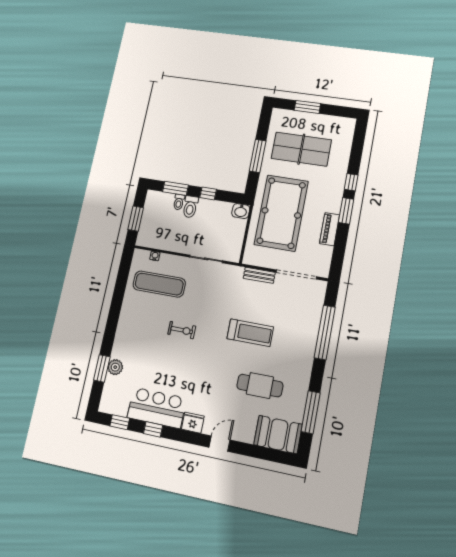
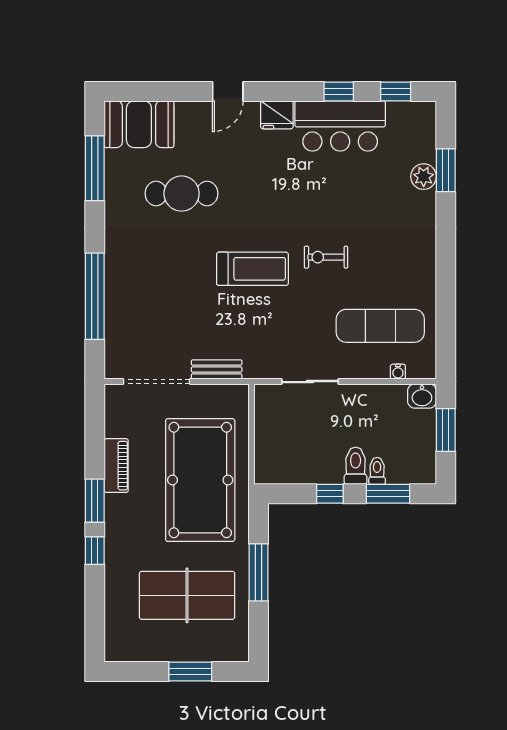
washbasin: (241, 211) -> (422, 396), moved, turned 180
treadmill: (250, 333) -> (253, 269), moved, turned 180

